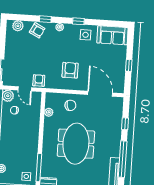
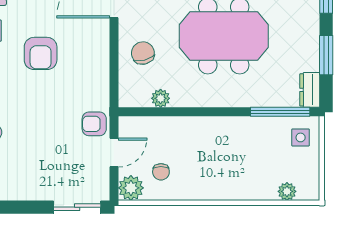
armchair: (70, 70) -> (41, 53), moved, turned -90

